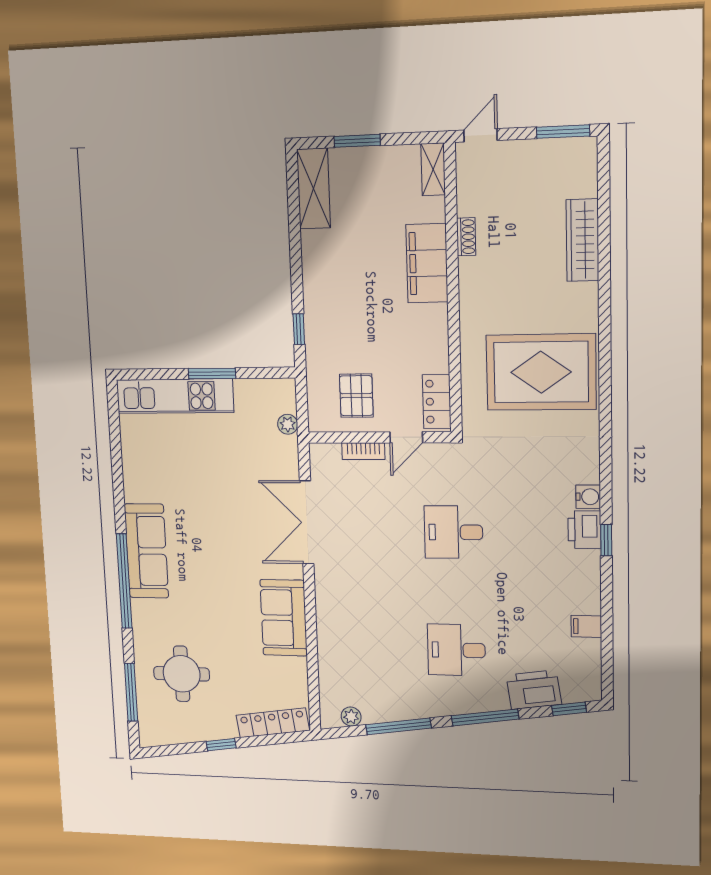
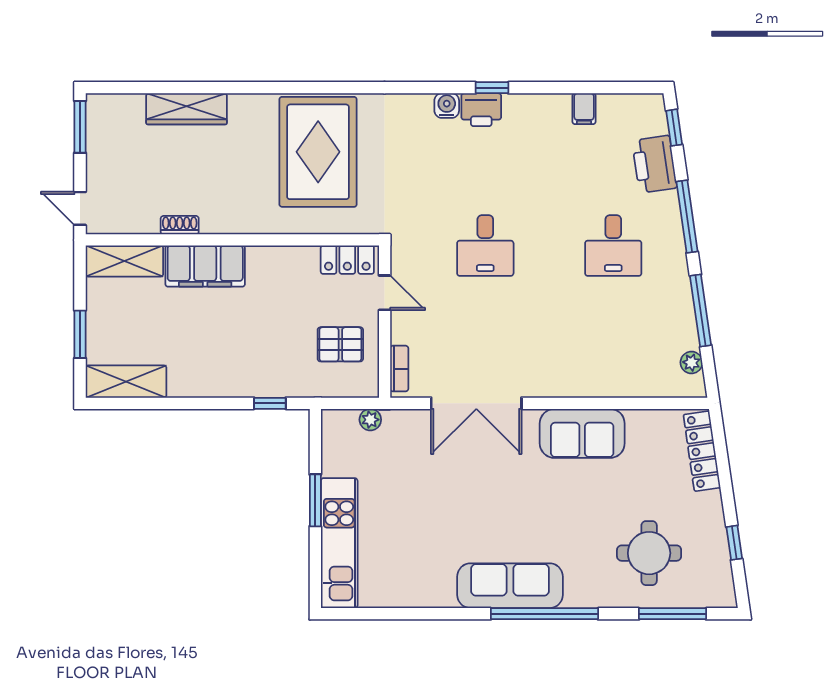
shelving: (433, 169) -> (124, 261), width x1.50, depth x1.33
bookcase: (363, 451) -> (399, 369), moved
window: (221, 745) -> (734, 543), moved

